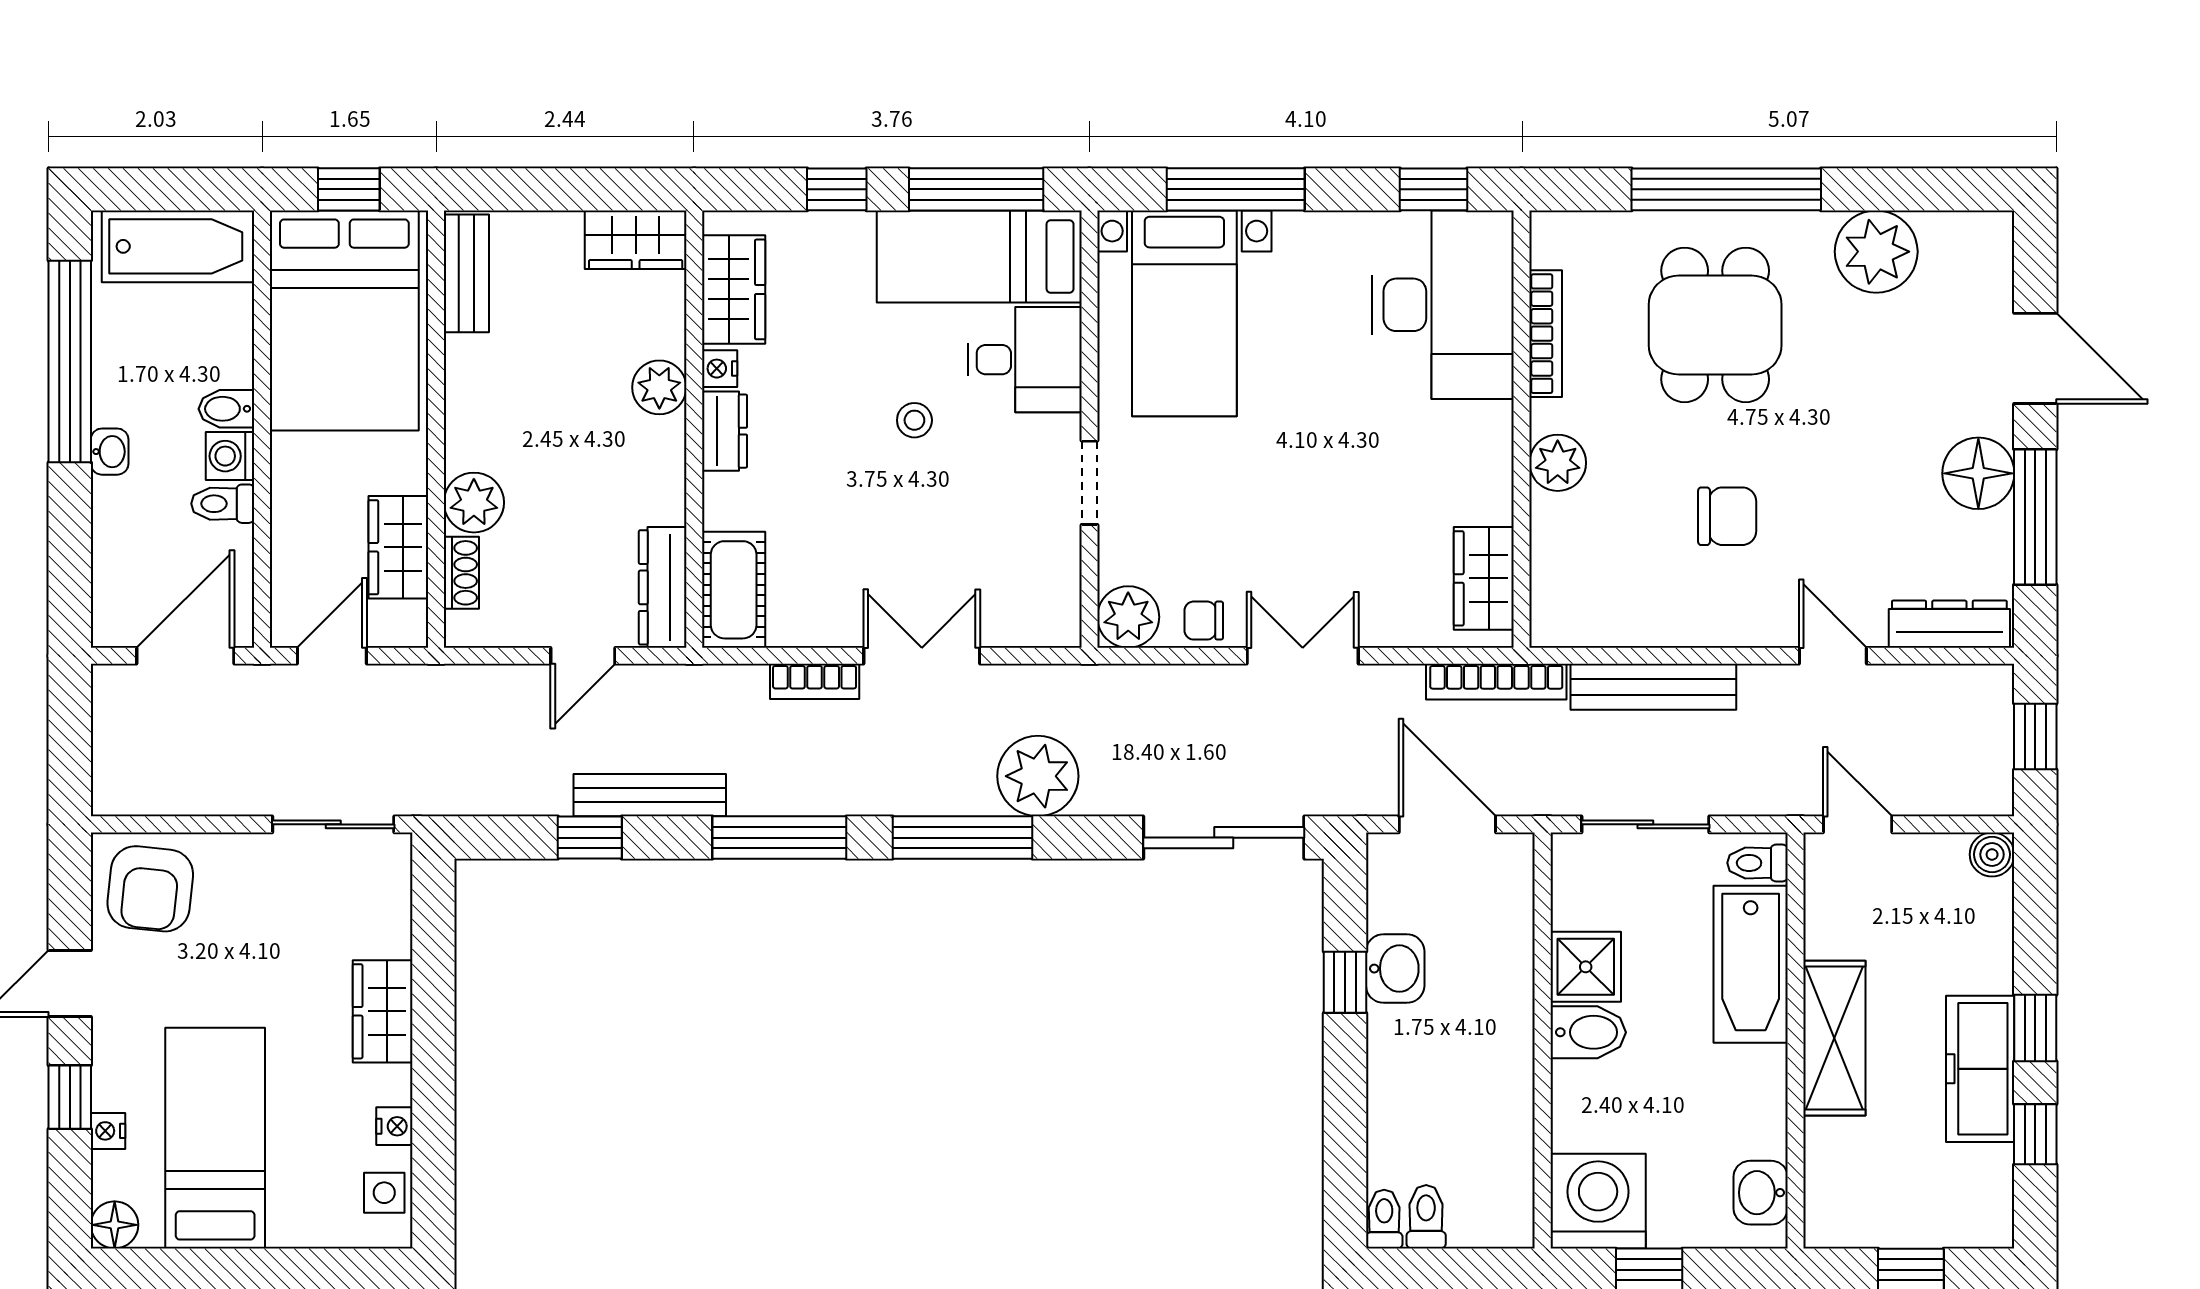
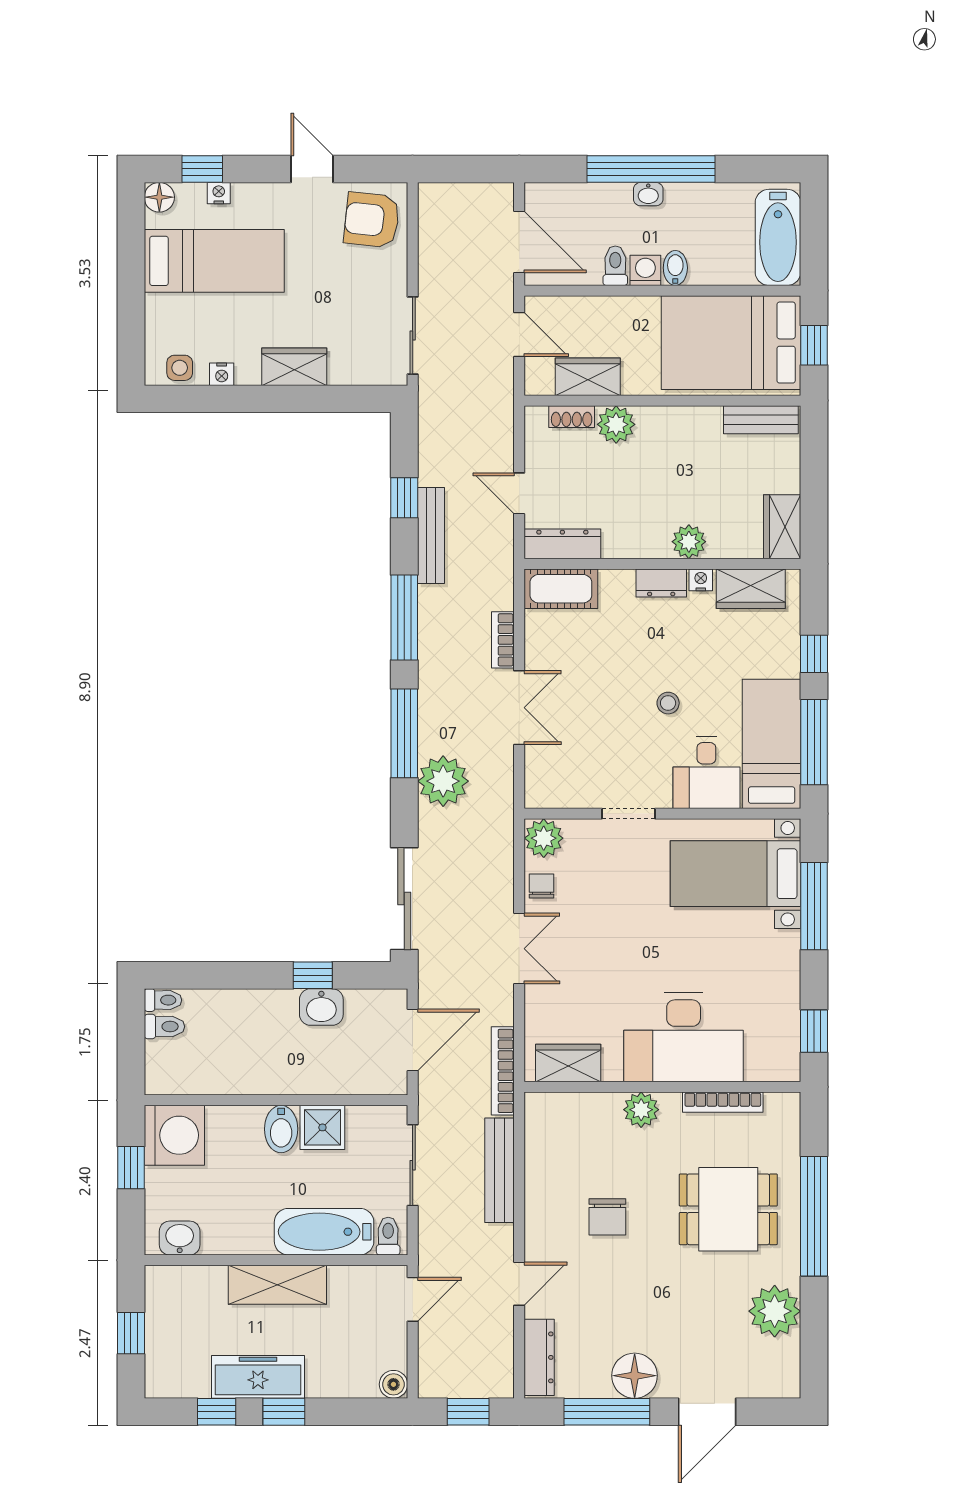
desk: (1443, 305) -> (684, 1037), moved
window: (70, 361) -> (651, 169), moved
window: (70, 1097) -> (202, 169), moved

